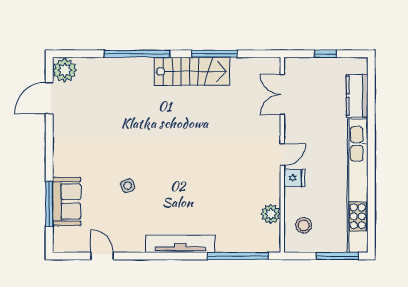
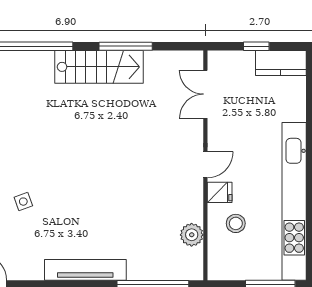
kitchen counter: (357, 96) -> (281, 63), moved, turned -90
stool: (304, 225) -> (236, 223), moved

